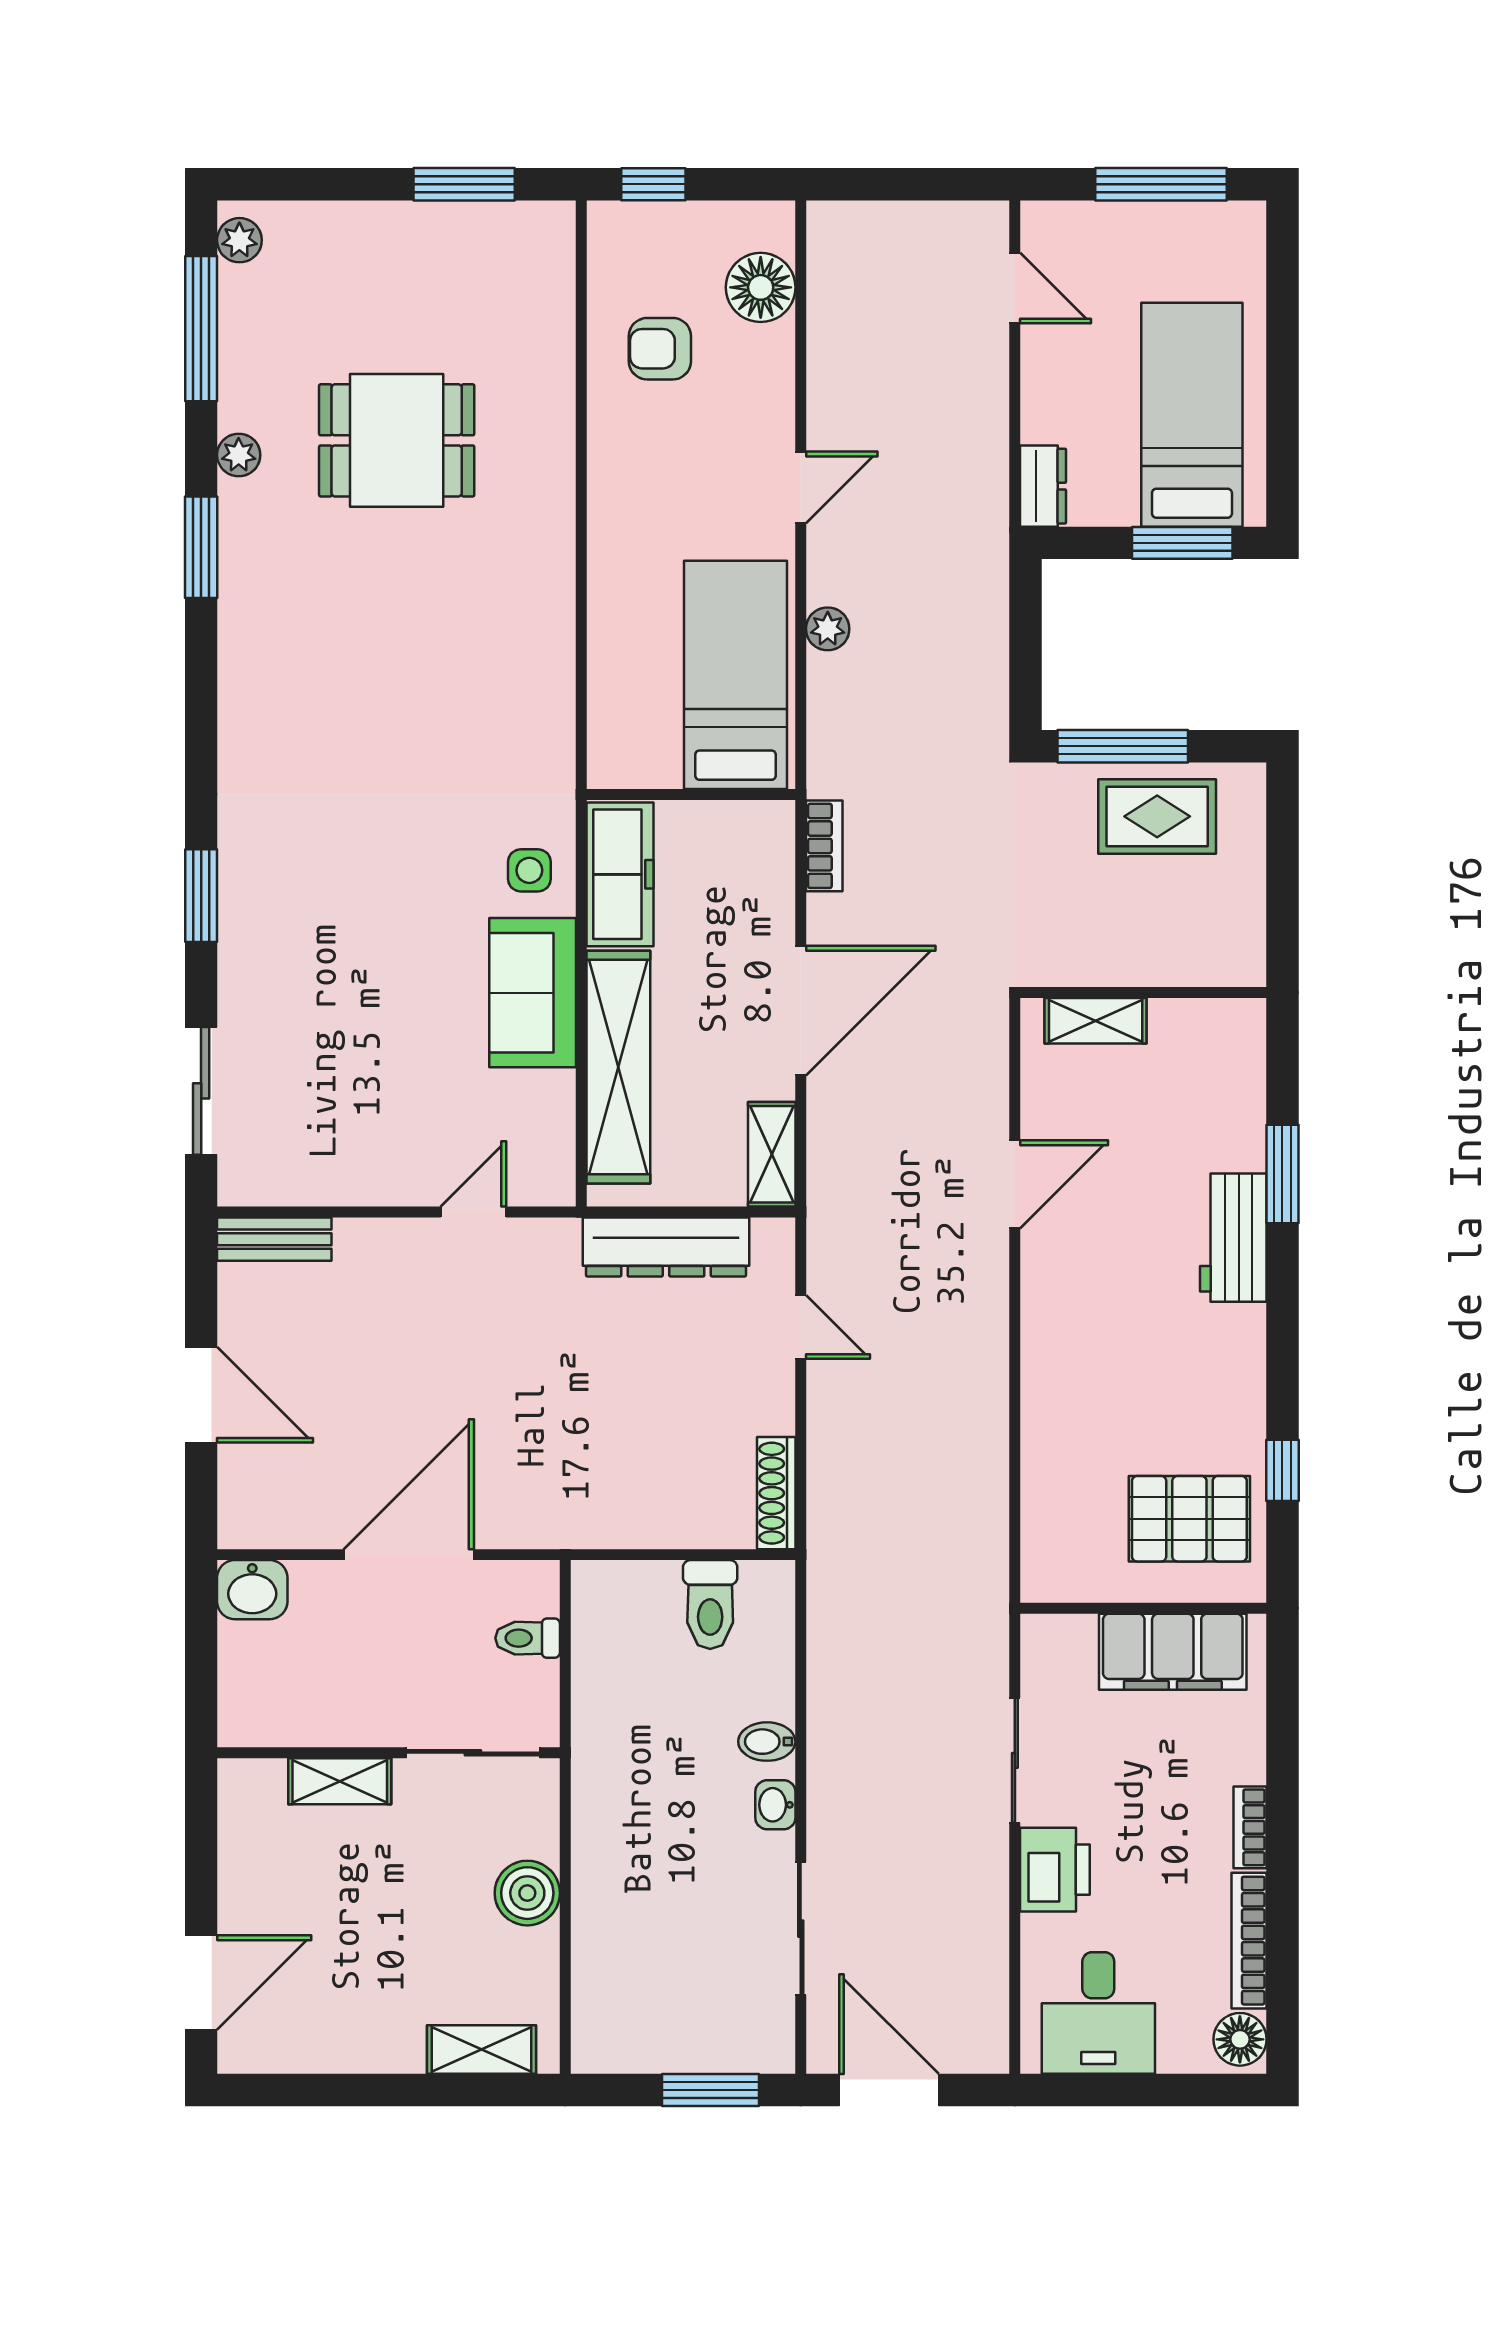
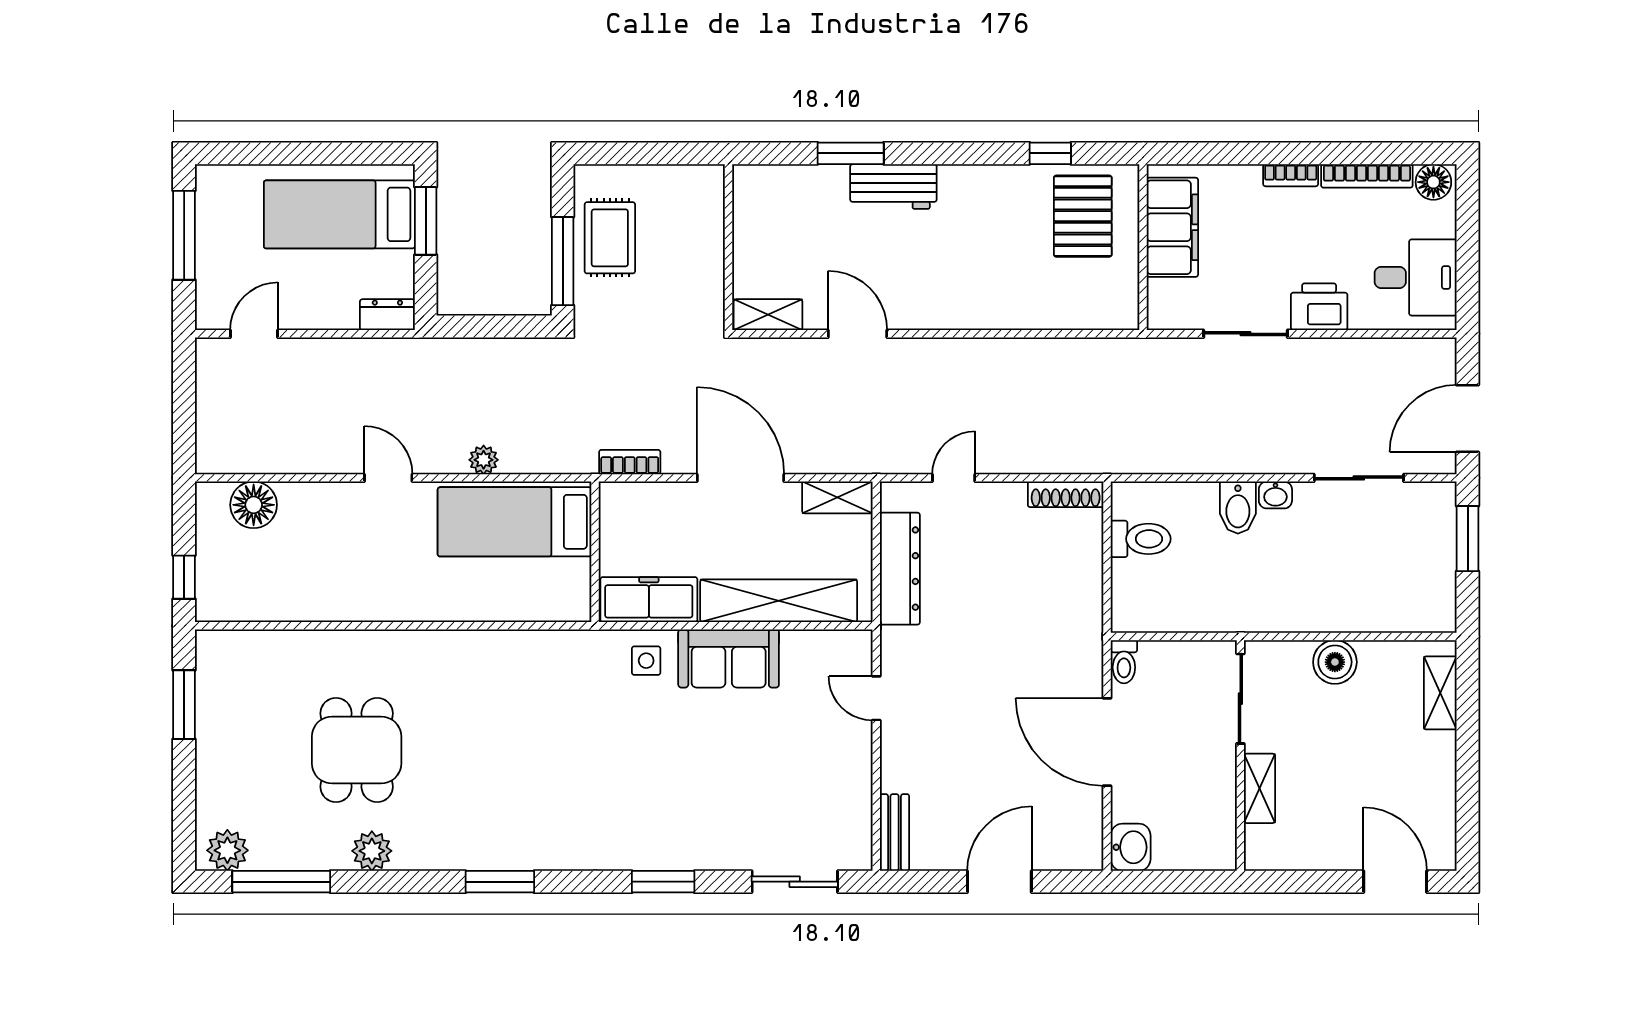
plant: (239, 240) -> (227, 850), width x1.38, depth x1.38
armchair: (660, 349) -> (295, 573), removed
plant: (239, 455) -> (372, 851), width x1.38, depth x1.38
window: (201, 547) -> (500, 882), moved
shelving: (1096, 1021) -> (768, 315), moved, turned 90
toilet: (528, 1638) -> (1124, 662), moved
bidet: (767, 1742) -> (1238, 508), width x1.38, depth x1.36

